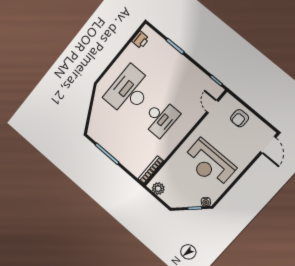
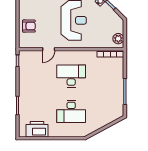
printer: (140, 40) -> (37, 129), width x1.87, depth x1.48
desk: (129, 91) -> (71, 111), width x0.73, depth x0.77
door: (212, 107) -> (49, 49), moved

